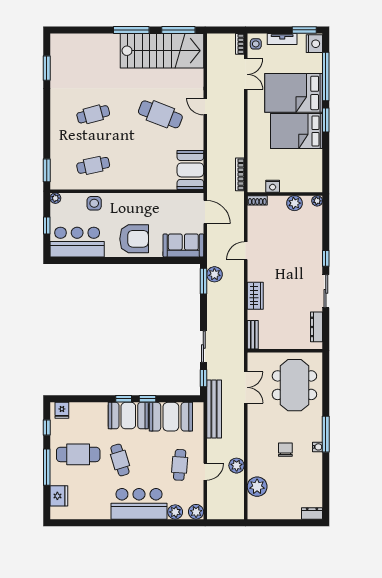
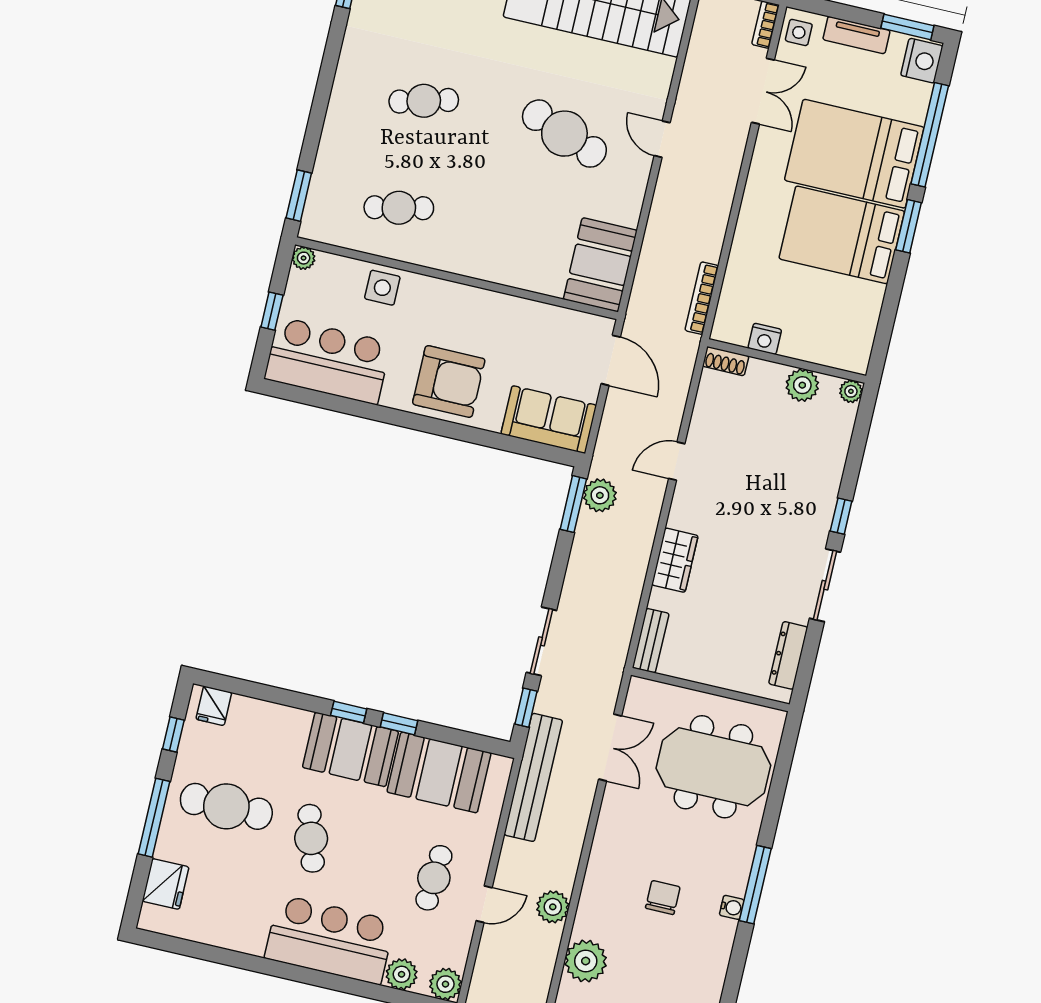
meeting table: (294, 385) -> (713, 767), turned 90

